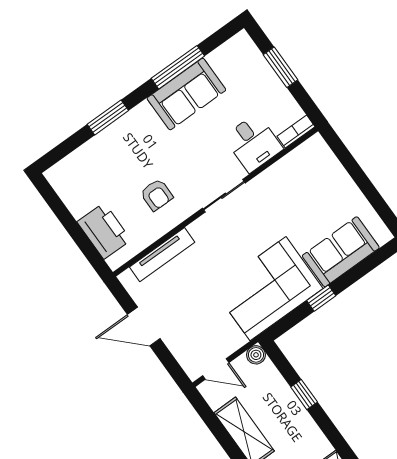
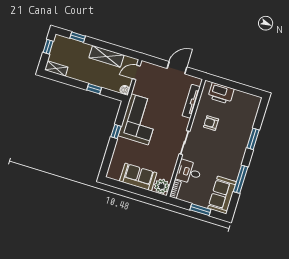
sofa: (186, 94) -> (222, 195), moved
plant: (315, 153) -> (162, 186), added
sofa: (341, 252) -> (138, 177), moved, turned -90

